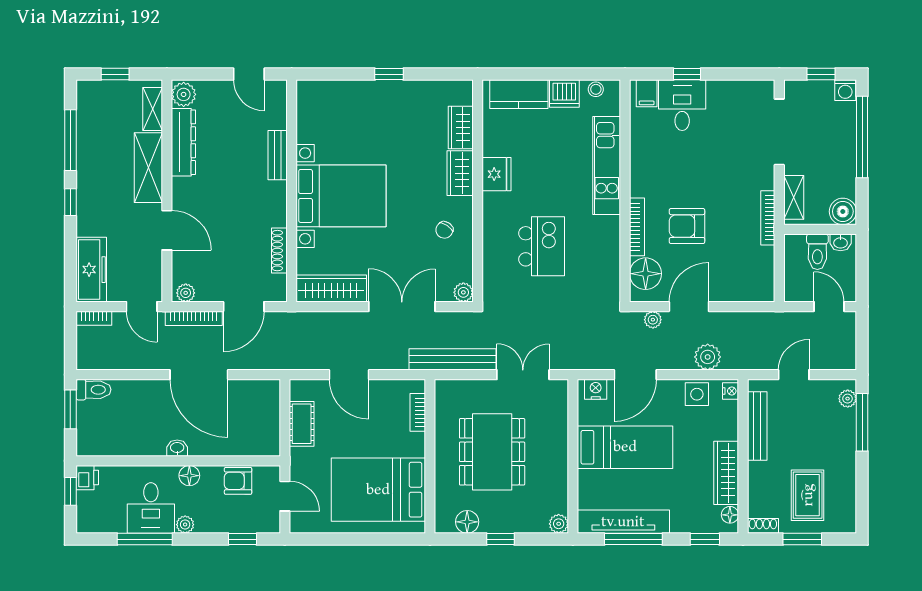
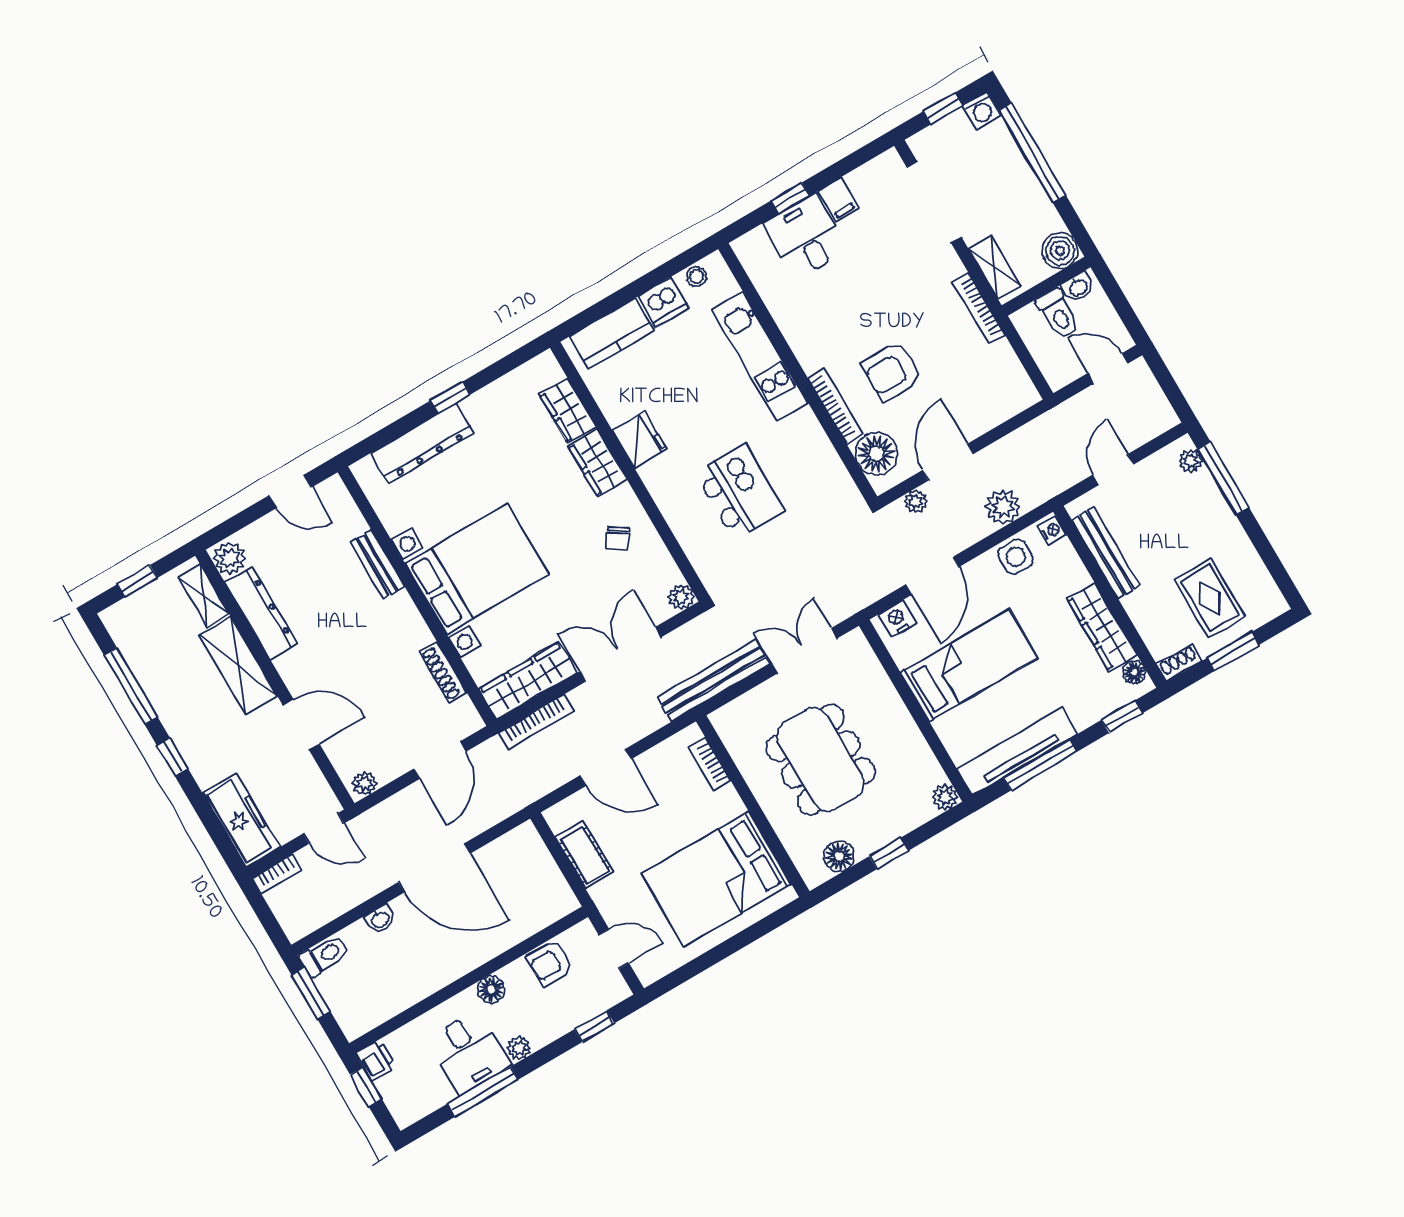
dresser: (354, 93) -> (423, 443), added
filing cabinet: (647, 93) -> (838, 199), moved
bookcase: (194, 318) -> (536, 722), moved
washbasin: (177, 448) -> (380, 919), moved, turned 180

